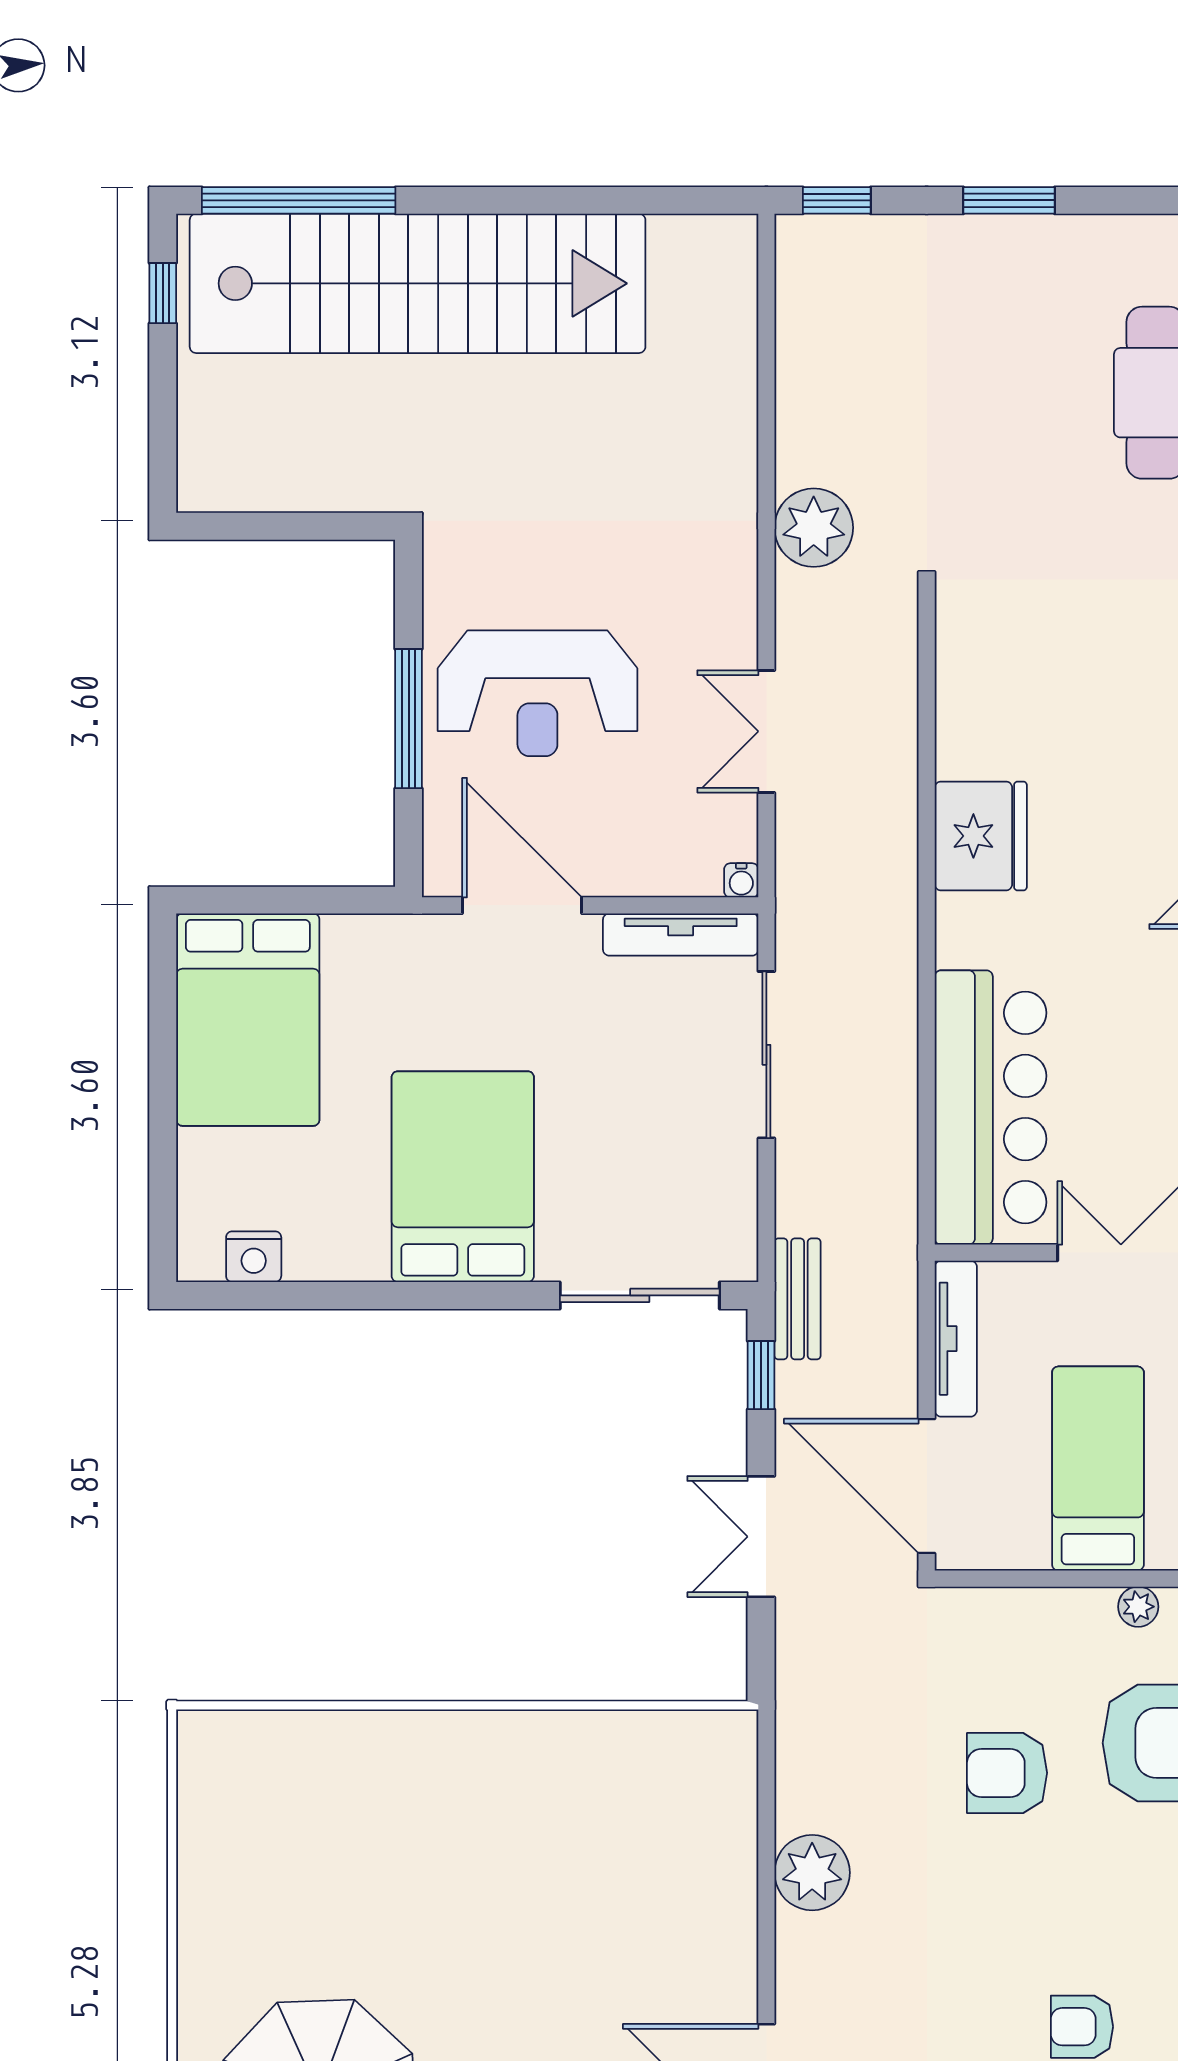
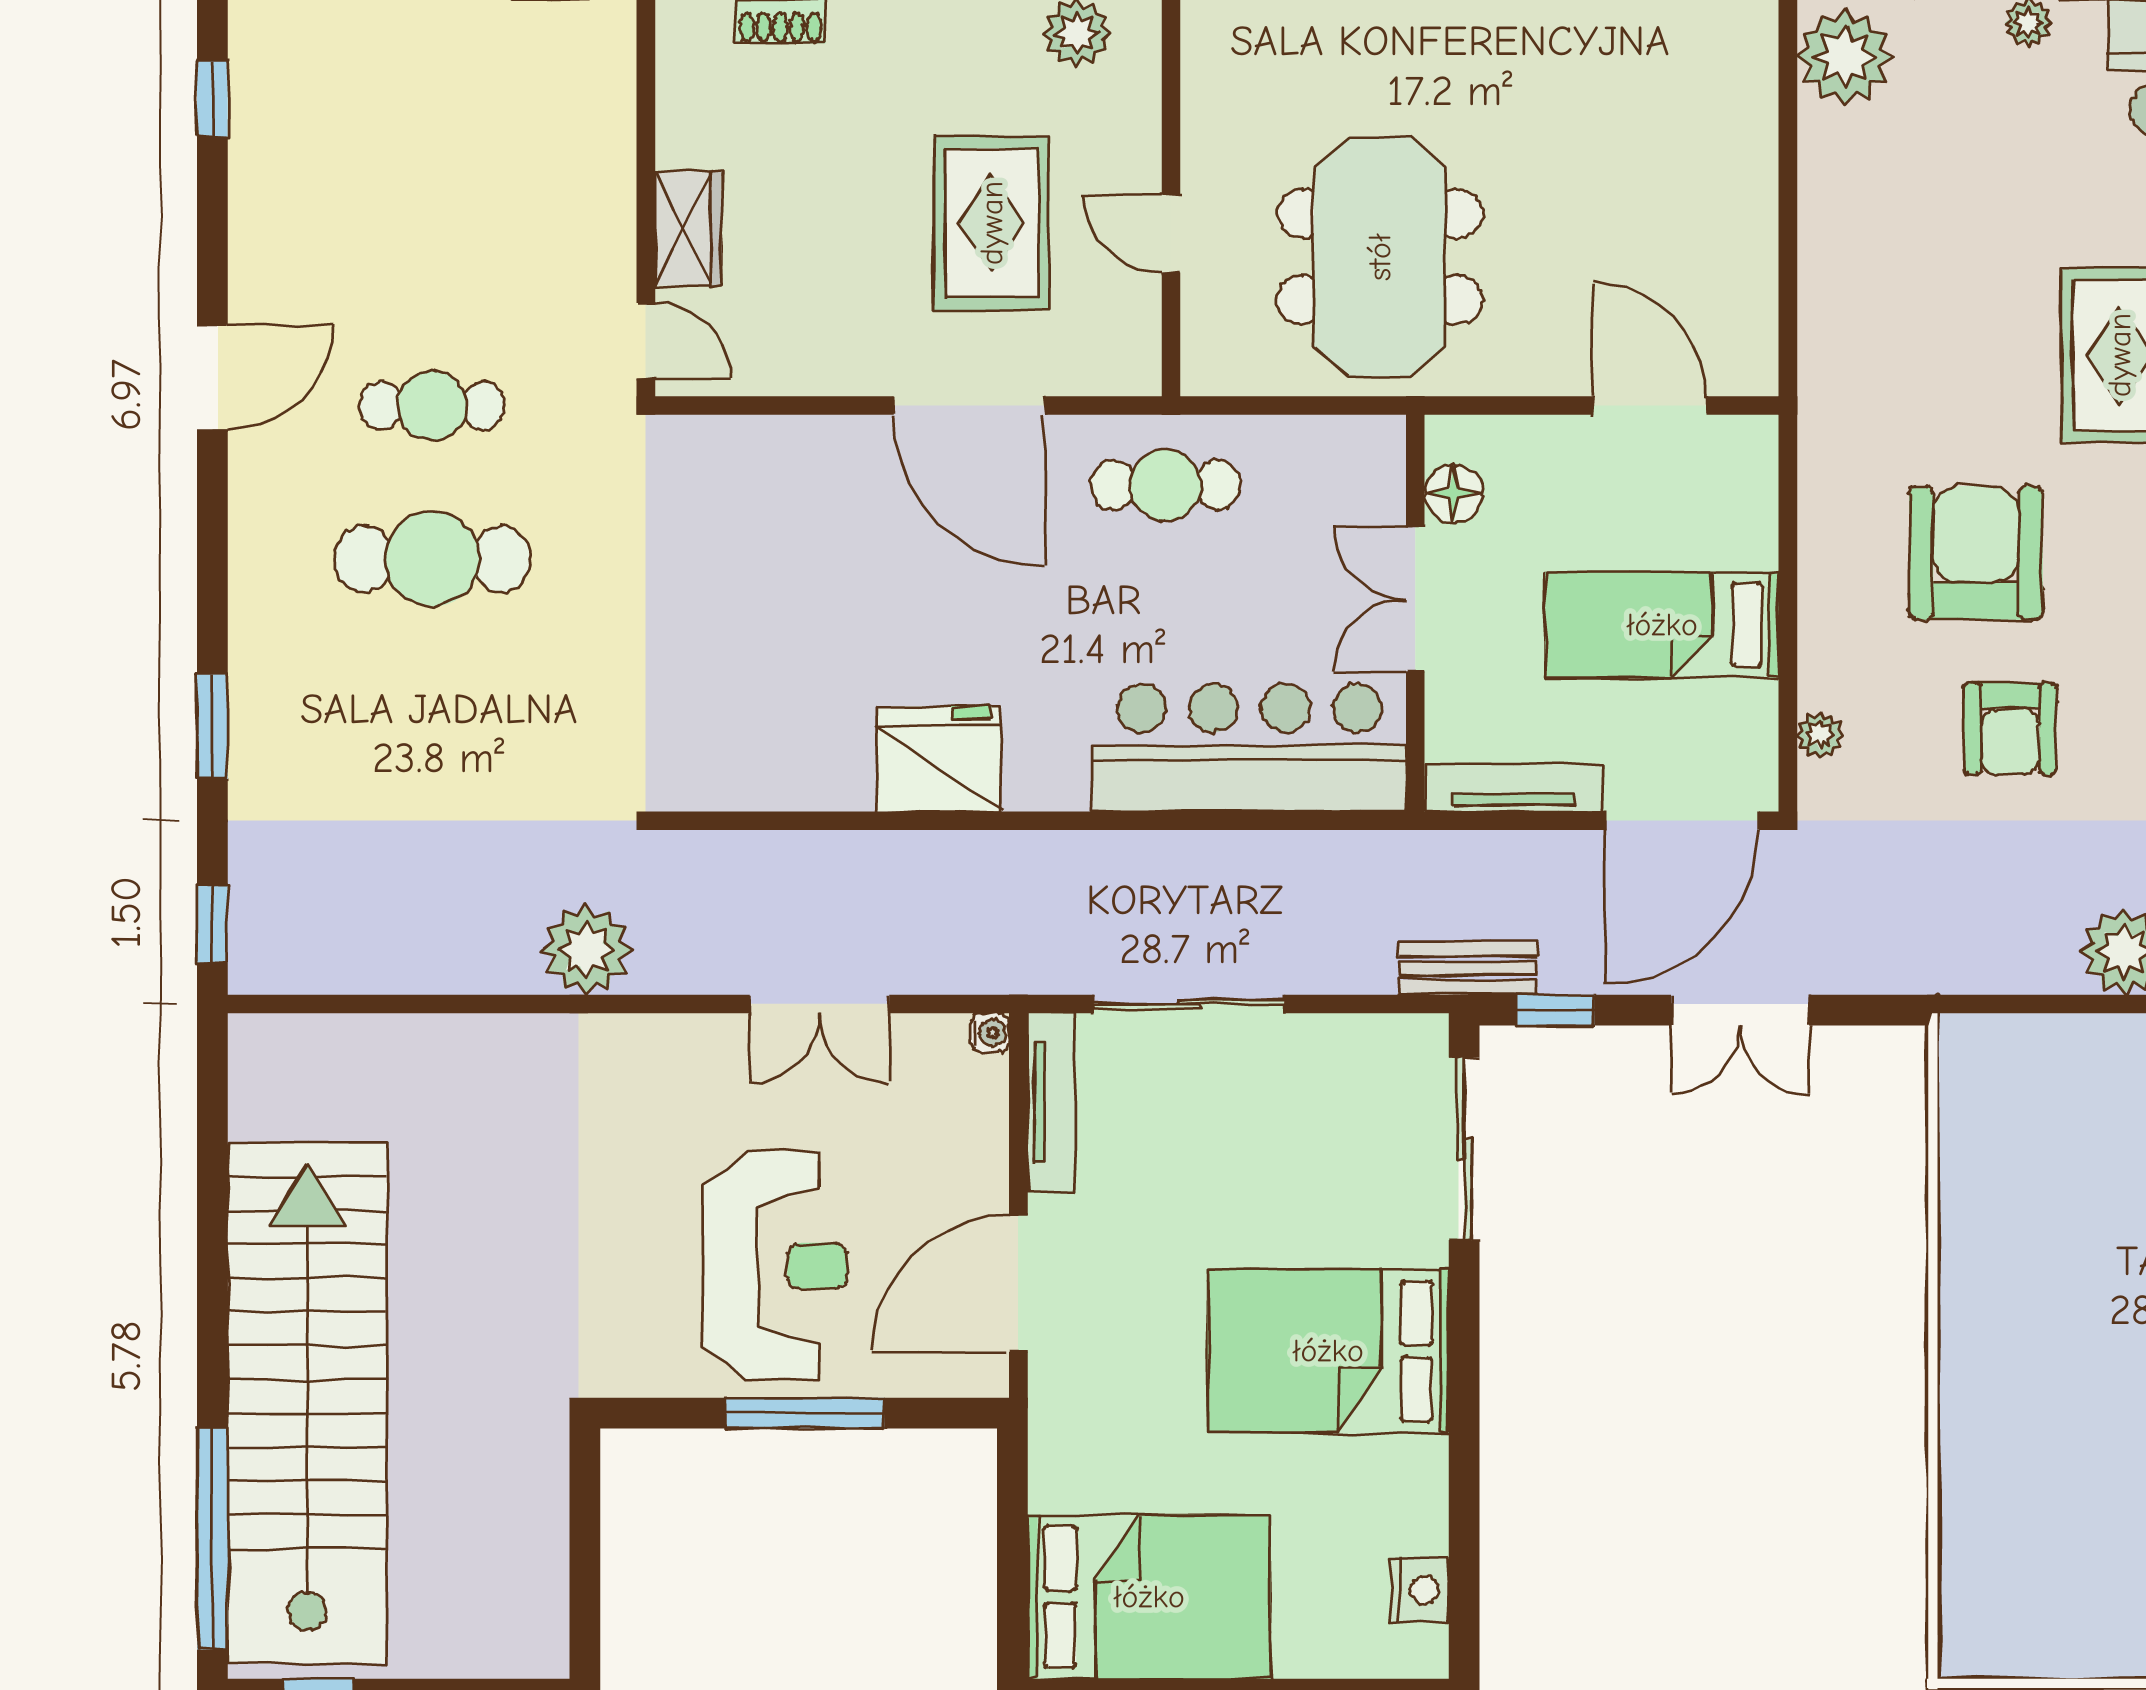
plant: (1138, 1607) -> (1820, 735), moved

